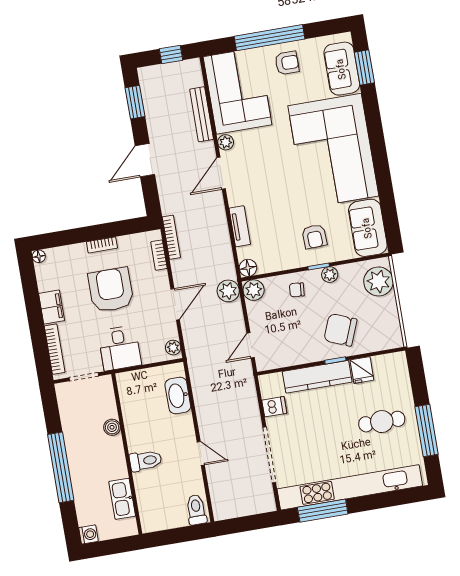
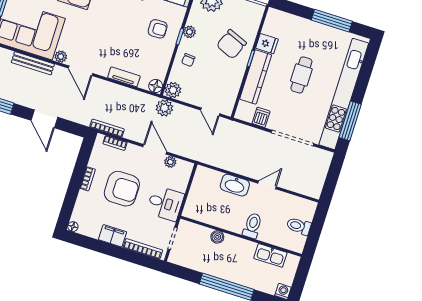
armchair: (111, 290) -> (122, 189), turned 180
plant: (173, 348) -> (170, 162), moved
washbasin: (178, 395) -> (235, 185), moved
cafe table: (382, 422) -> (301, 75), moved
toilet: (196, 510) -> (299, 226), moved

